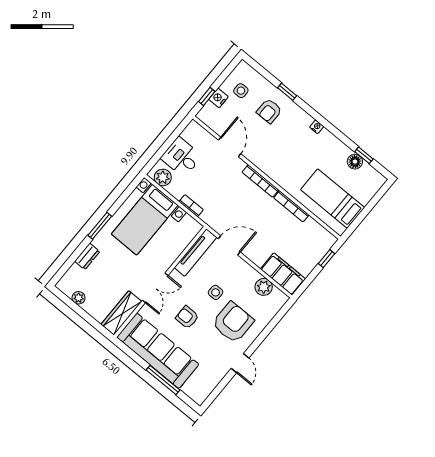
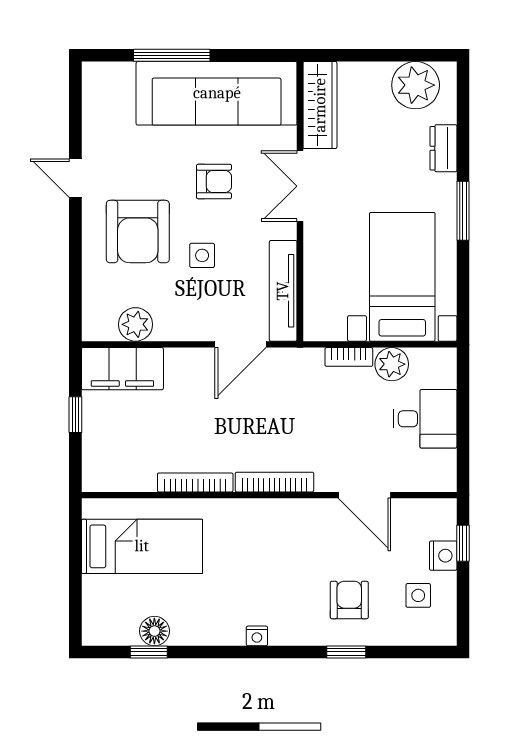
plant: (163, 177) -> (392, 364), moved
window: (326, 259) -> (75, 415), moved
plant: (79, 298) -> (416, 85), width x1.88, depth x1.88

